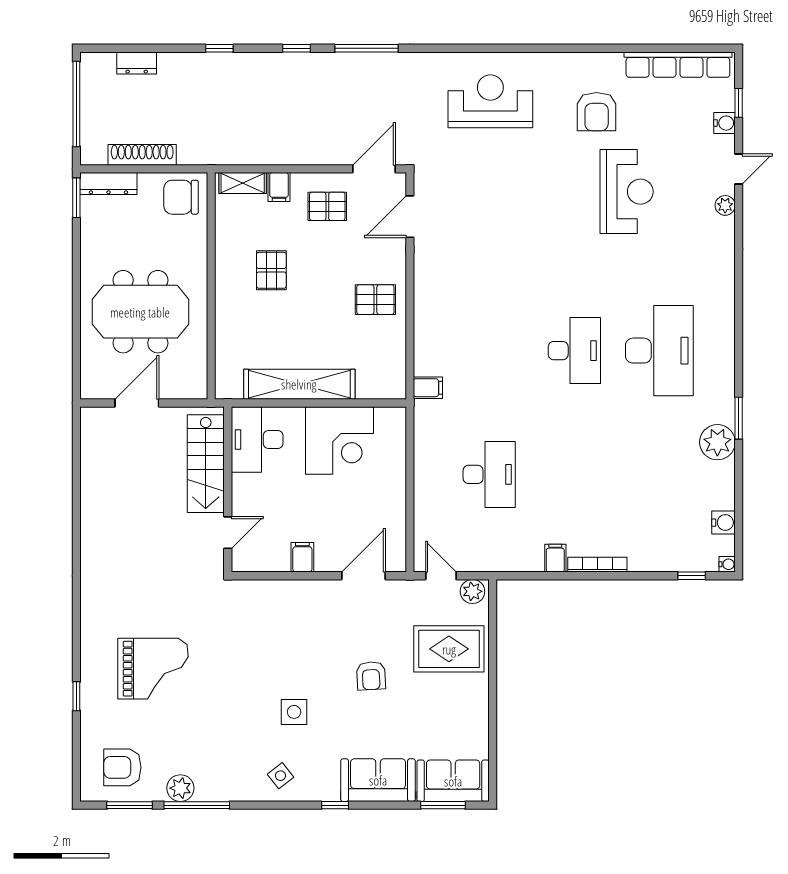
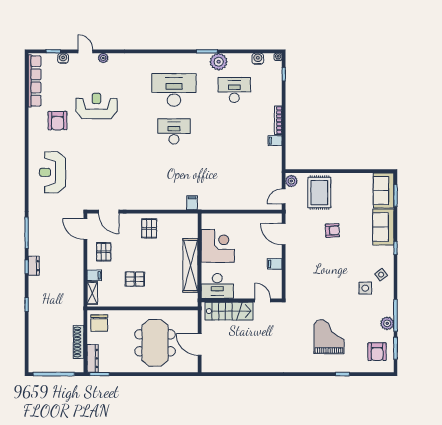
dresser: (137, 63) -> (34, 266), moved
armchair: (597, 112) -> (58, 121), turned 90
desk: (489, 474) -> (234, 90), moved
side table: (294, 712) -> (365, 288), moved

